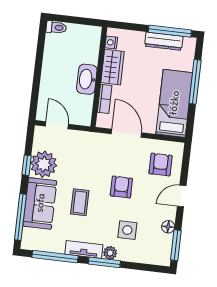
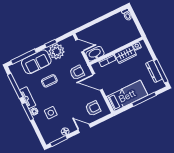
washbasin: (87, 79) -> (95, 54), moved
door: (57, 125) -> (80, 46), hinge flipped
door: (126, 133) -> (97, 82), swing flipped
armchair: (121, 187) -> (77, 72), moved

